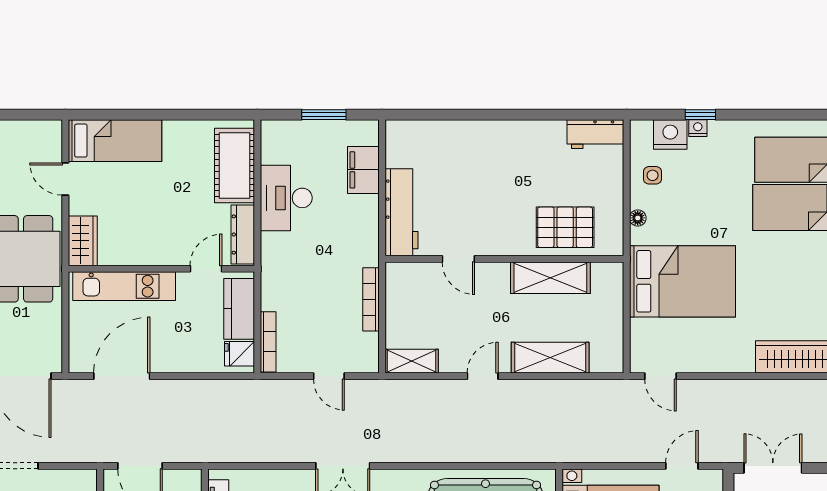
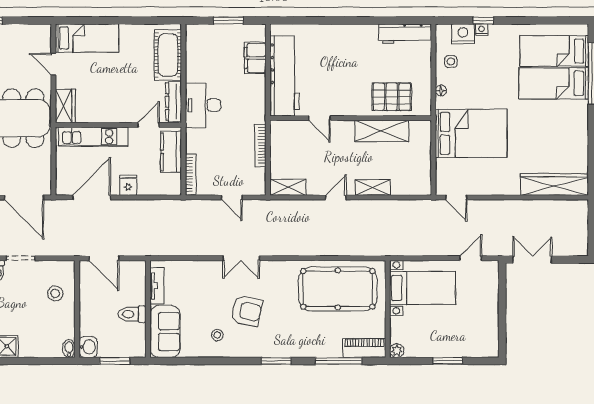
workbench: (595, 134) -> (405, 34), width x1.38
desk: (286, 198) -> (203, 105), moved
workbench: (401, 212) -> (284, 76), width x1.36, depth x1.32
fridge: (239, 354) -> (128, 185), moved, turned 90
shelving: (550, 358) -> (373, 188), width x0.67, depth x0.75

